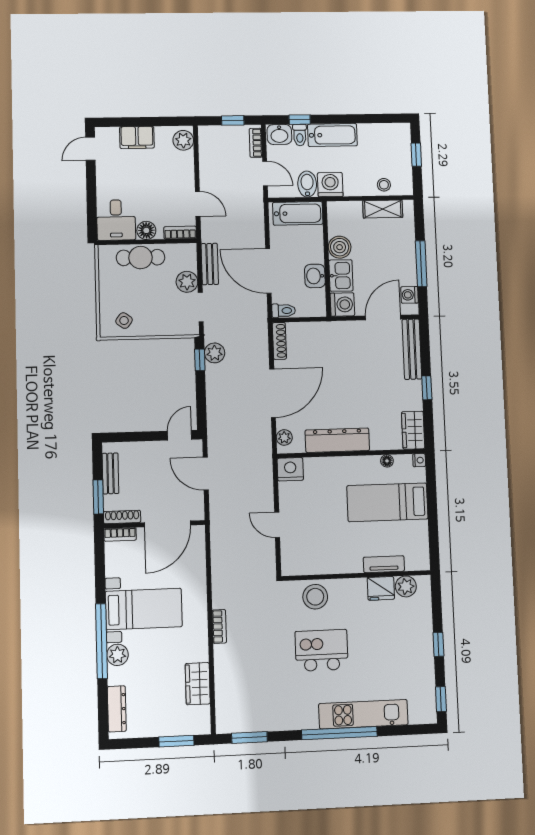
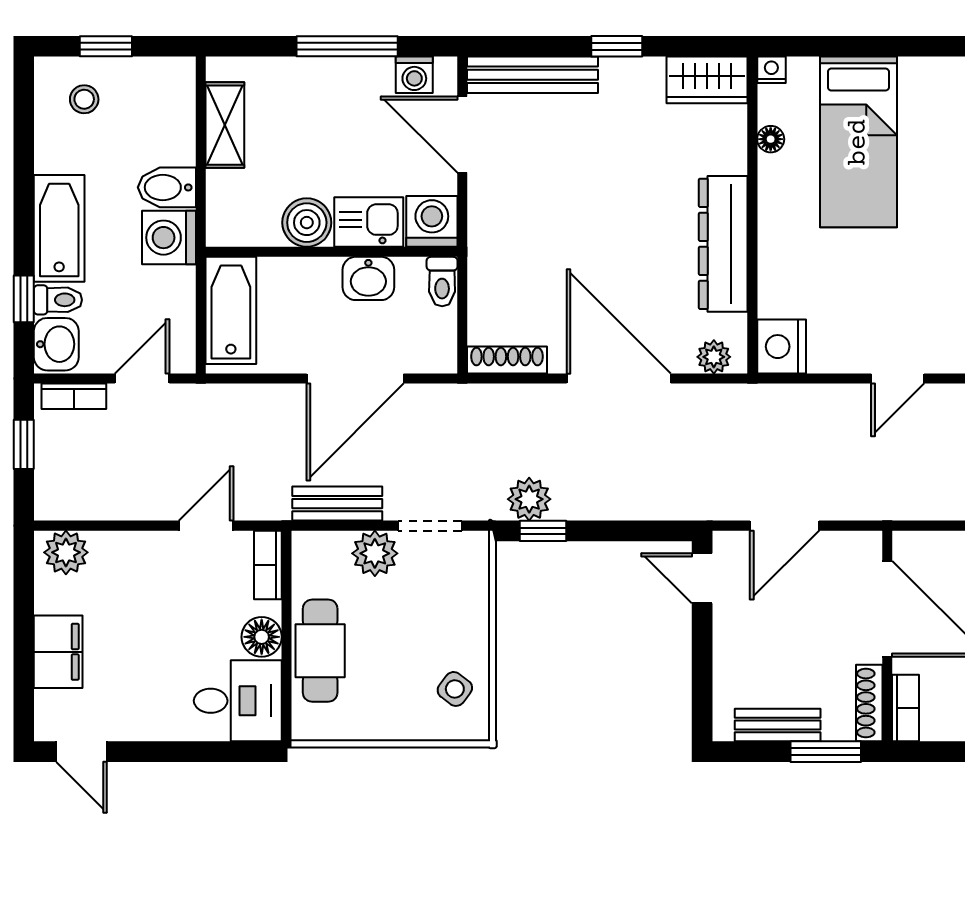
bidet: (307, 184) -> (167, 187), moved
stool: (384, 185) -> (84, 99), moved
toilet: (284, 311) -> (442, 282), moved, turned 180

